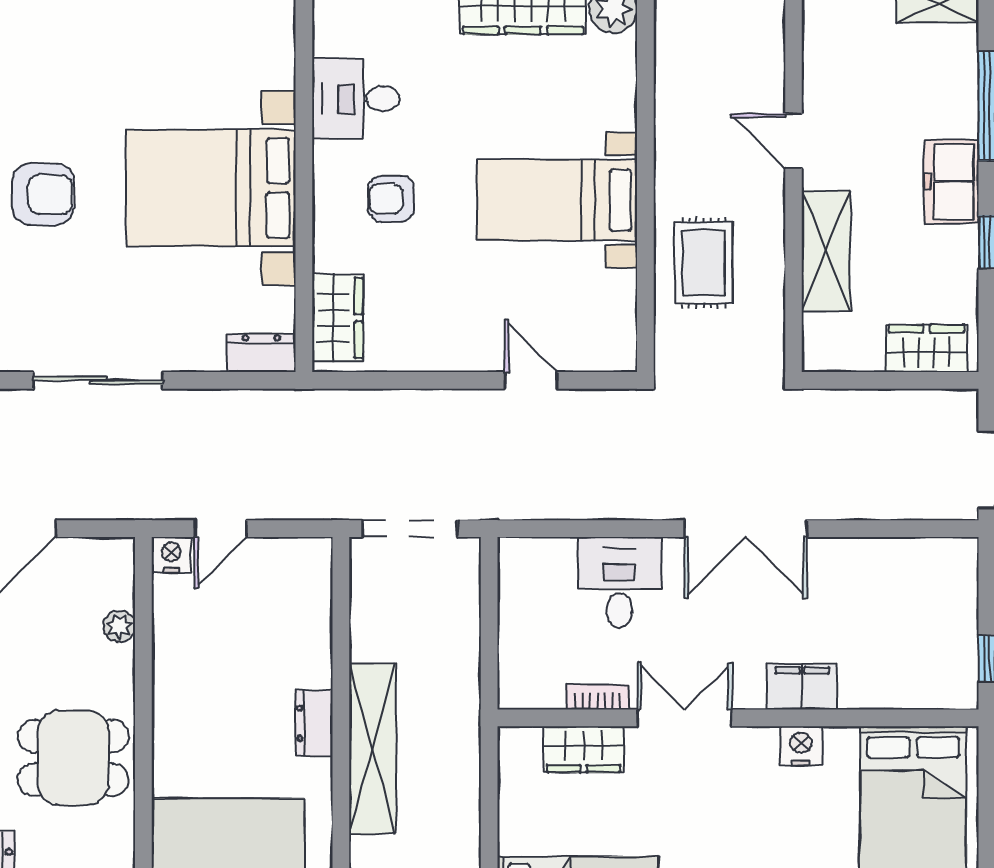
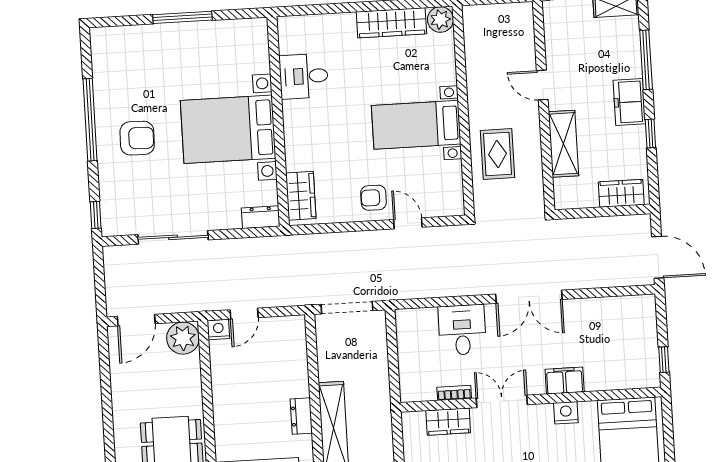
armchair: (391, 199) -> (373, 198), moved
plant: (119, 626) -> (183, 338), moved, width x1.87, depth x1.87

